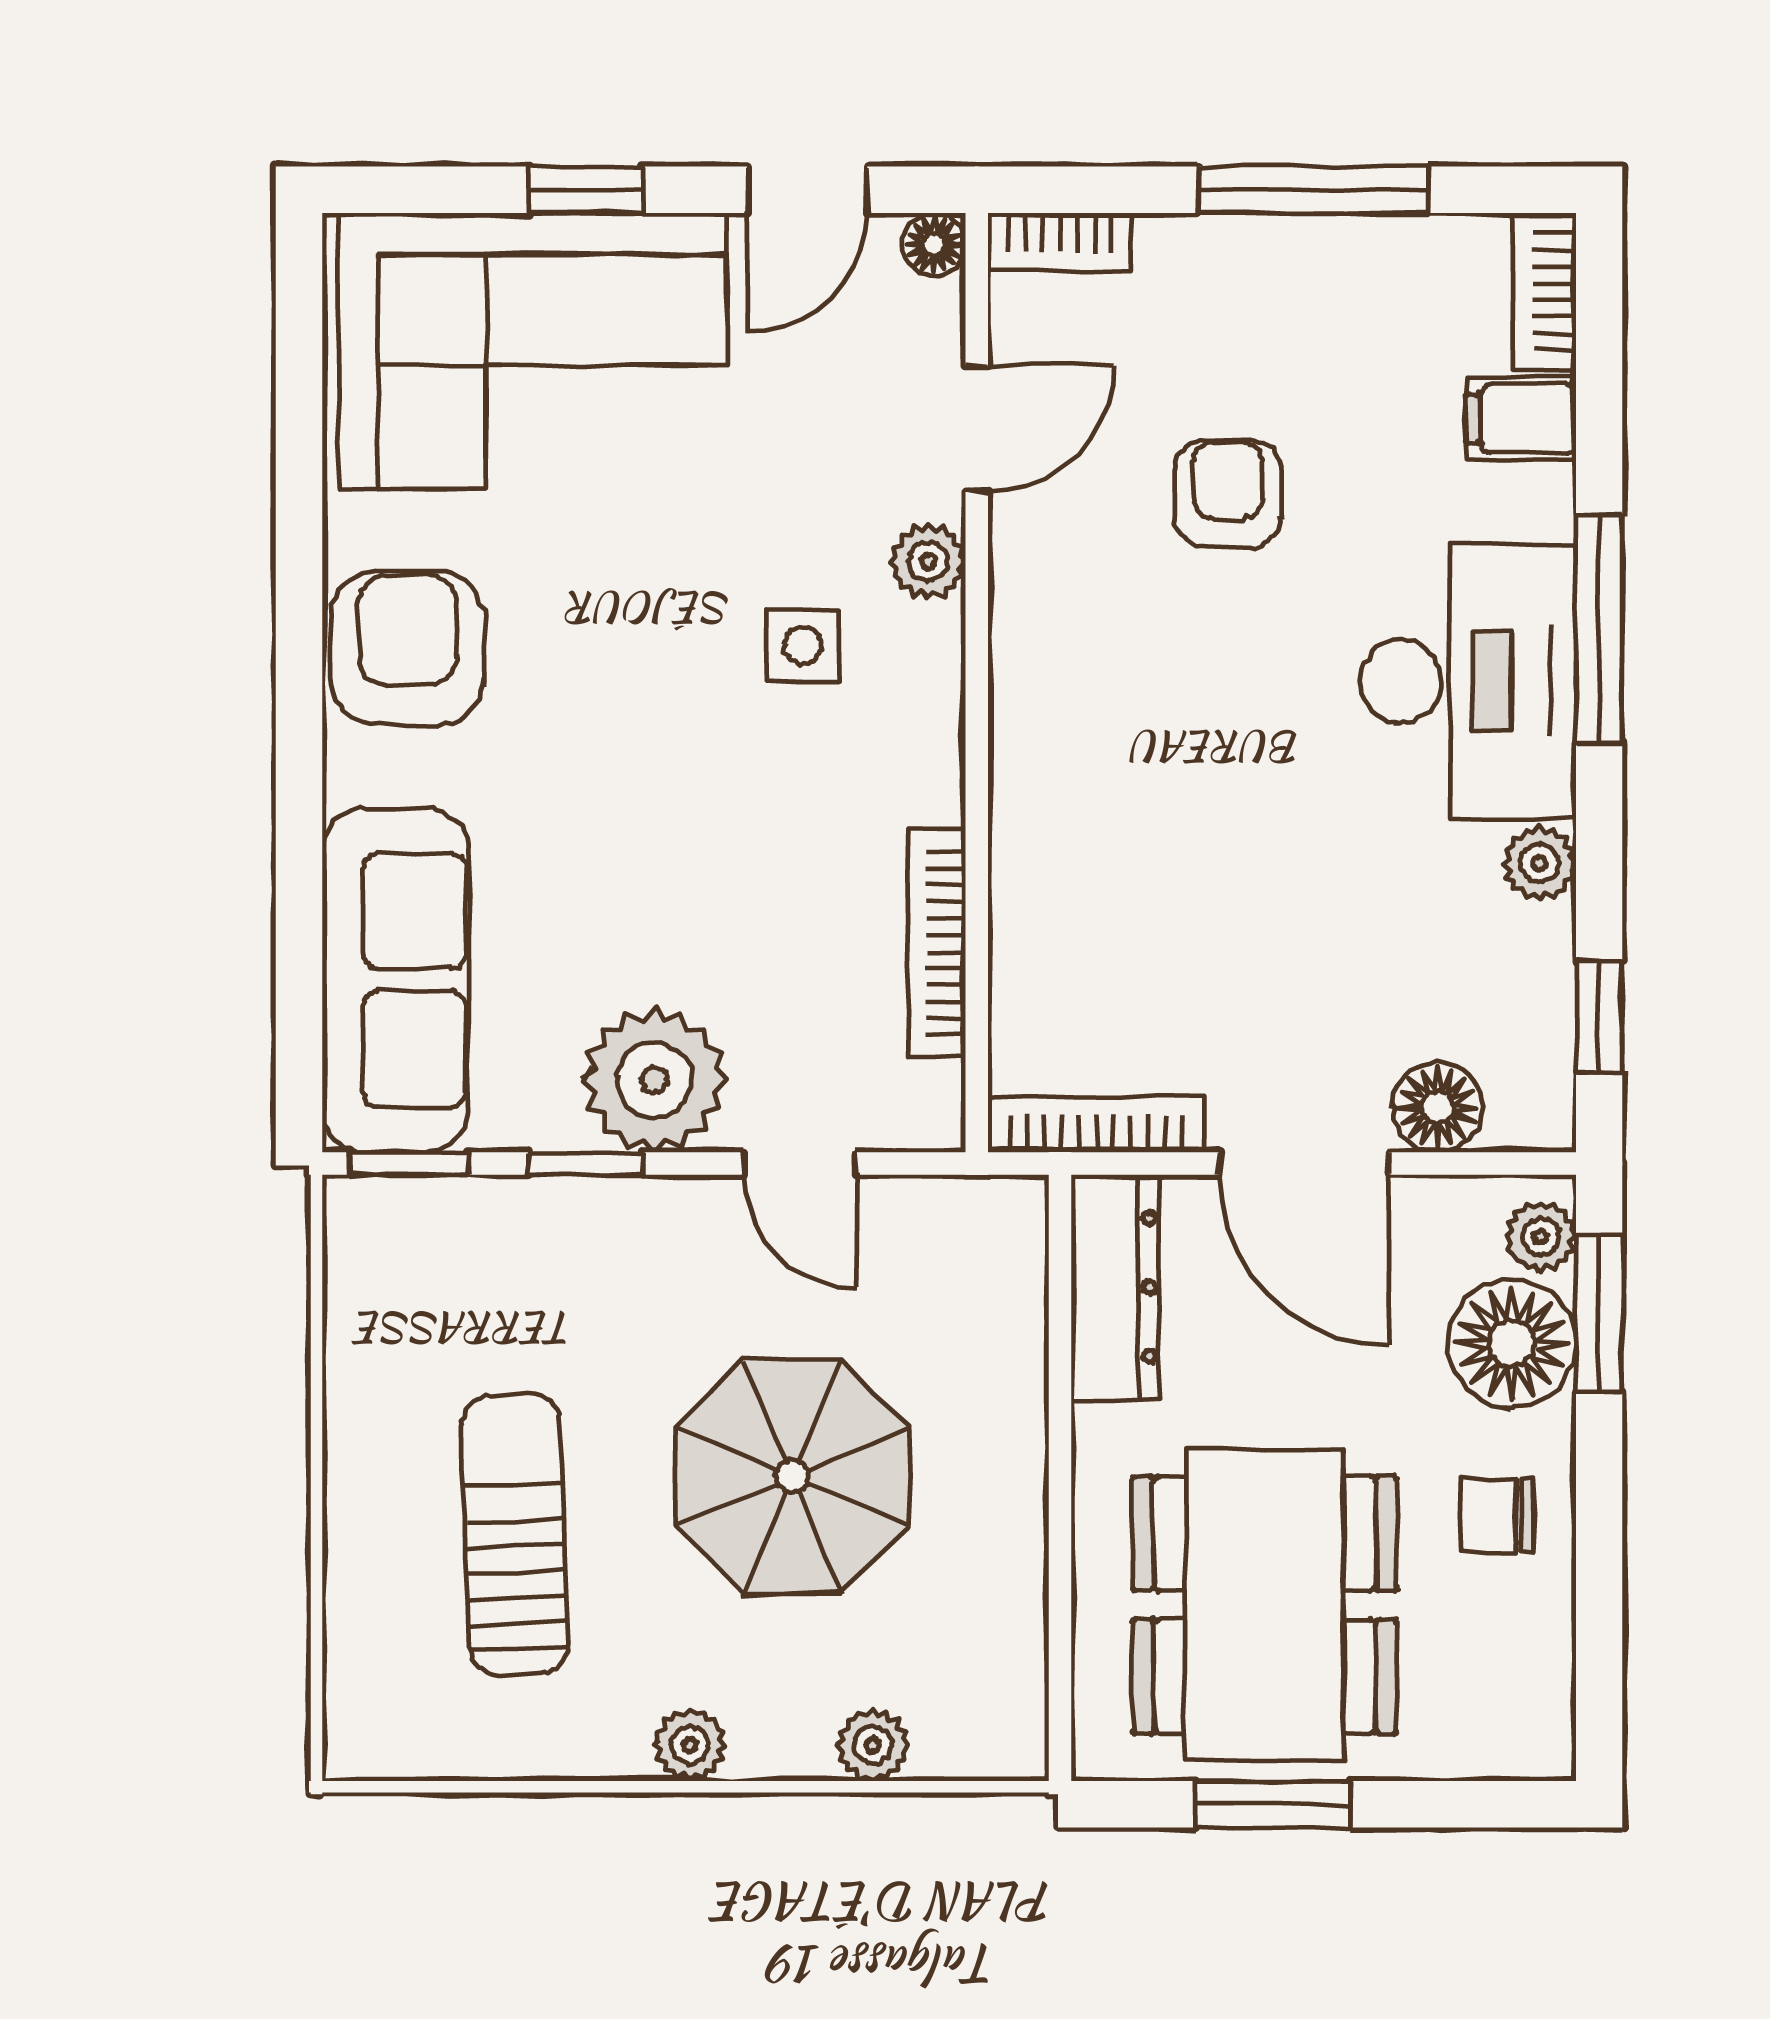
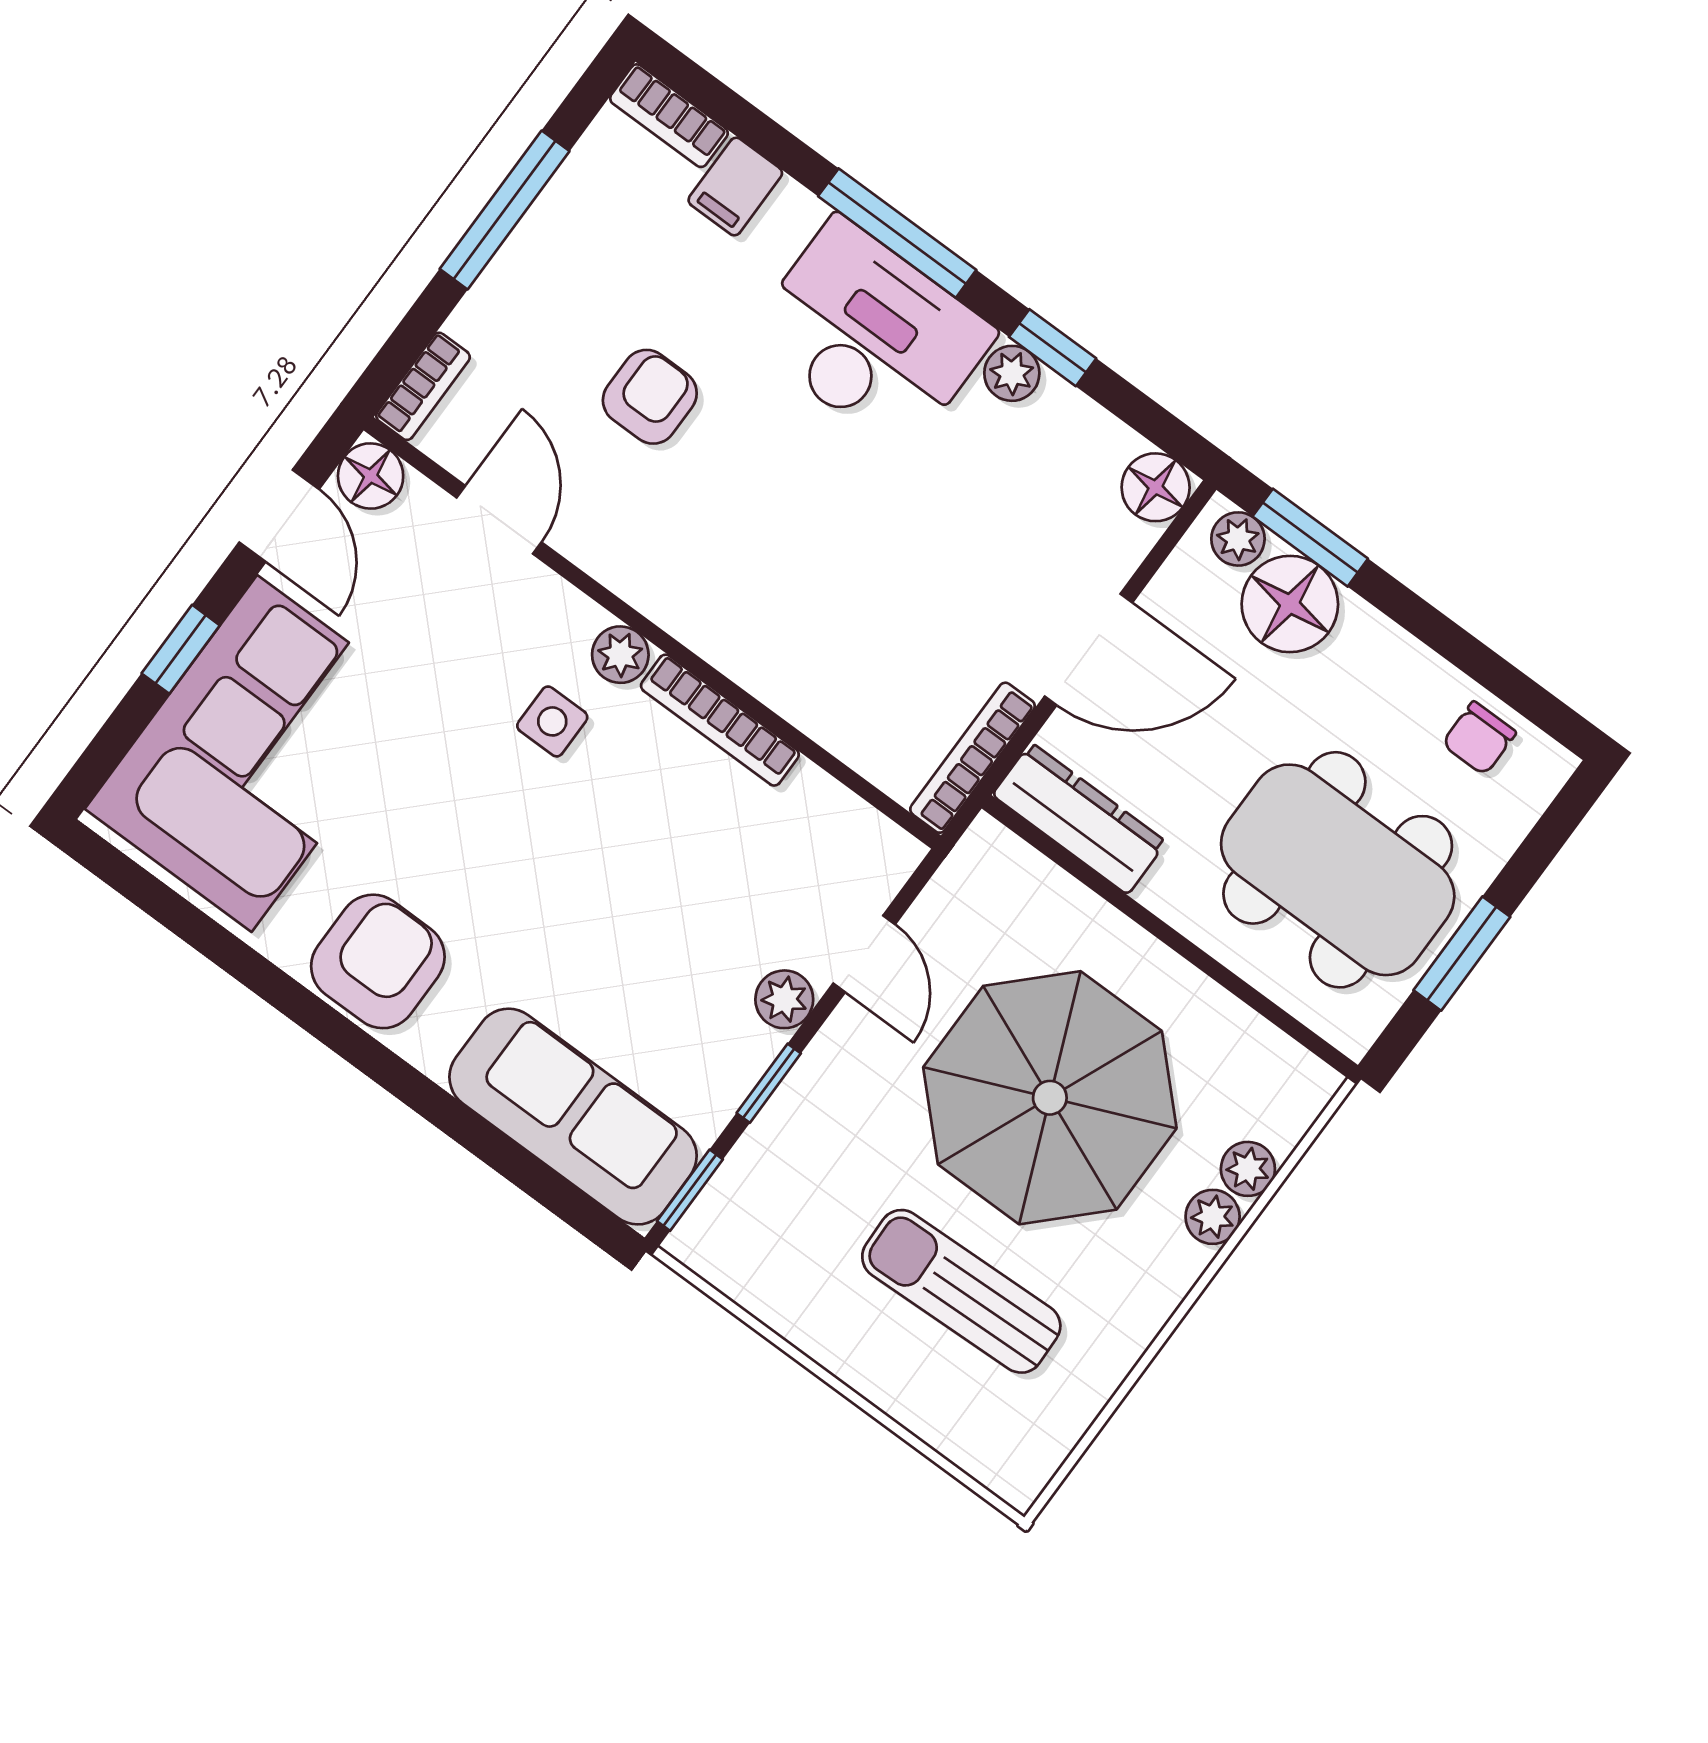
floor lamp: (934, 245) -> (371, 476), width x1.37, depth x1.37
armchair: (1228, 493) -> (650, 397), turned 90
plant: (928, 561) -> (620, 655), moved
armchair: (407, 648) -> (378, 961), turned 90
bookcase: (937, 943) -> (720, 720), moved
window: (1599, 1016) -> (1053, 348), moved
plant: (654, 1080) -> (784, 999), width x0.53, depth x0.53
floor lamp: (1437, 1107) -> (1156, 487), moved
door: (800, 1164) -> (864, 954), hinge flipped
parasol: (793, 1476) -> (1050, 1098), width x1.36, depth x1.36
chair: (1497, 1516) -> (1479, 738), moved
plant: (690, 1745) -> (1213, 1217), moved

